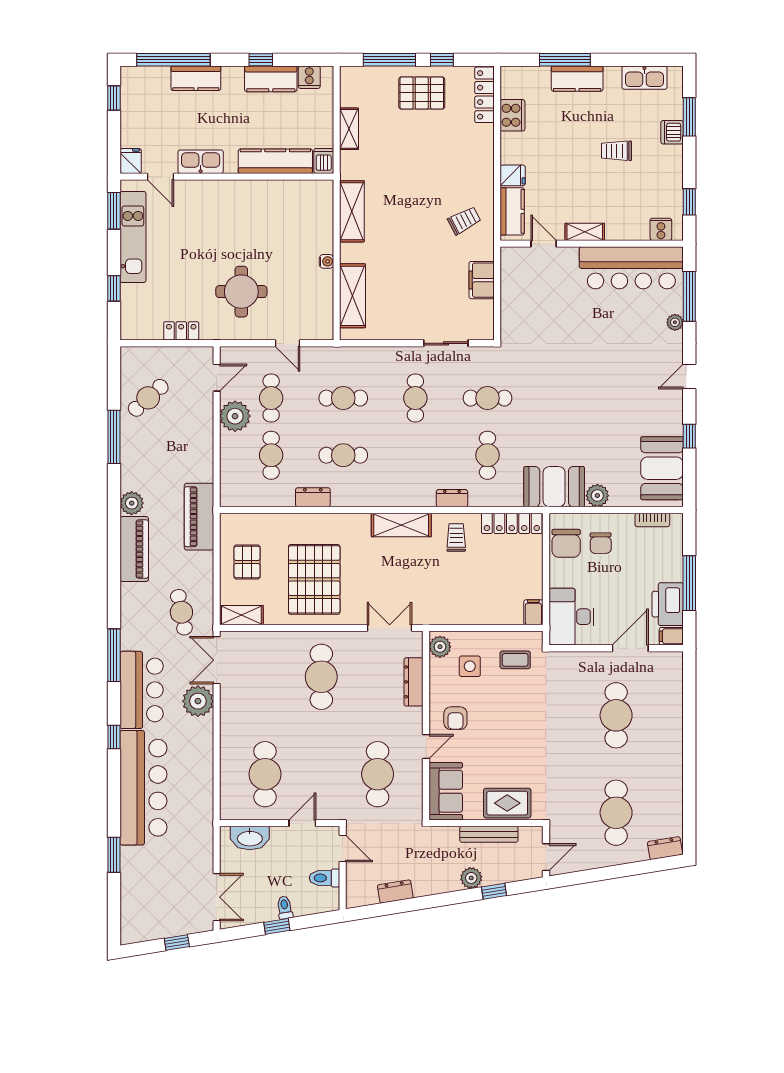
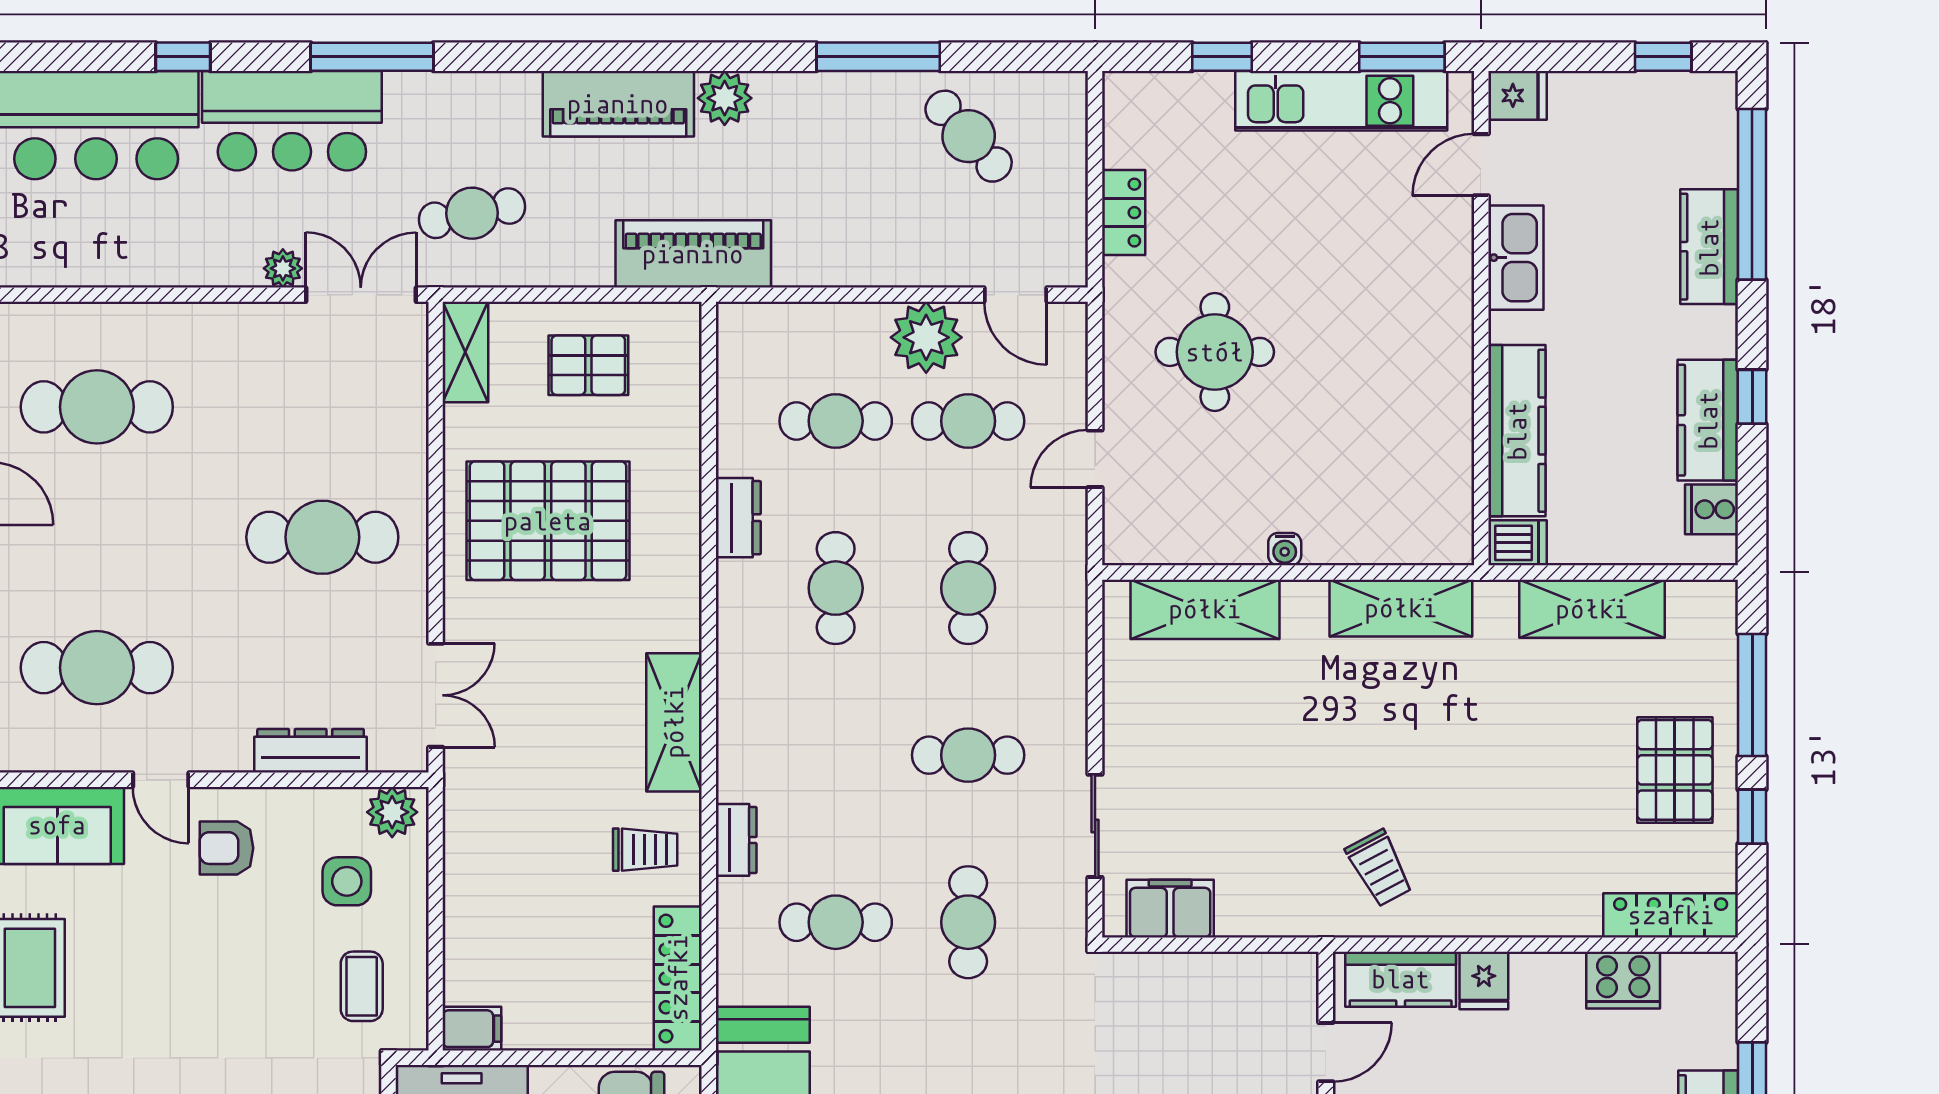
shelving: (349, 129) -> (1592, 609), width x1.50, depth x1.33
filing cabinet: (482, 280) -> (1170, 909), moved
plant: (198, 701) -> (283, 268), width x0.53, depth x0.53

